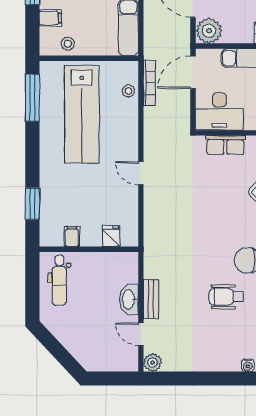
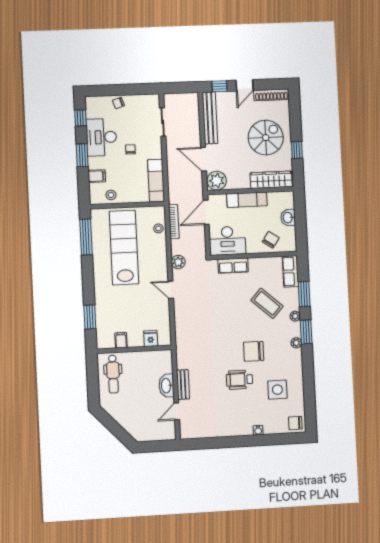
lab bench: (82, 114) -> (124, 248), turned 180
door: (141, 334) -> (177, 411), hinge flipped
plant: (153, 362) -> (178, 262), moved

